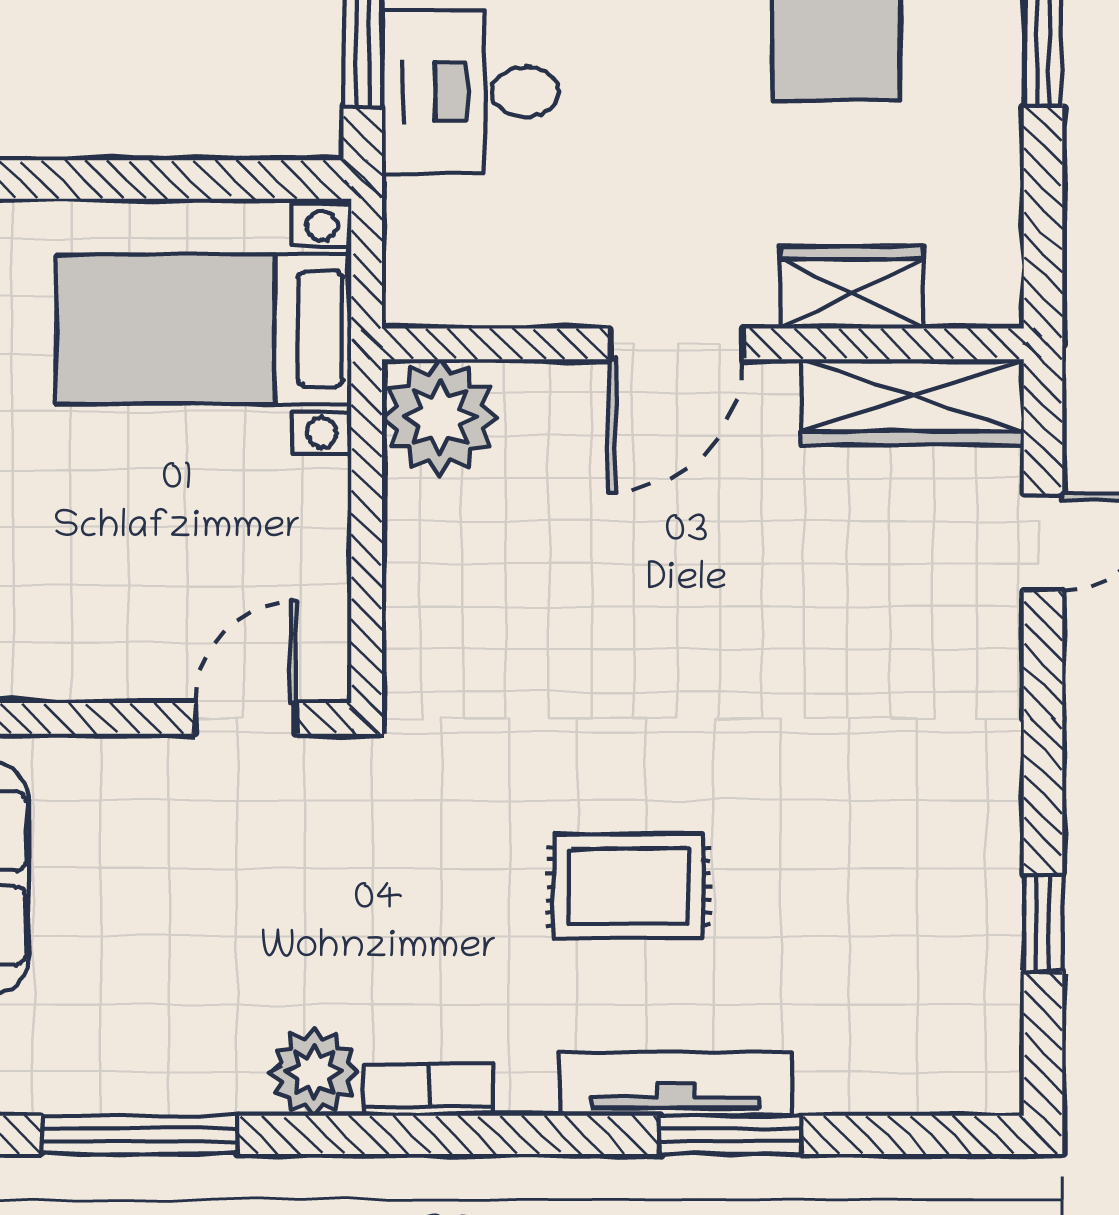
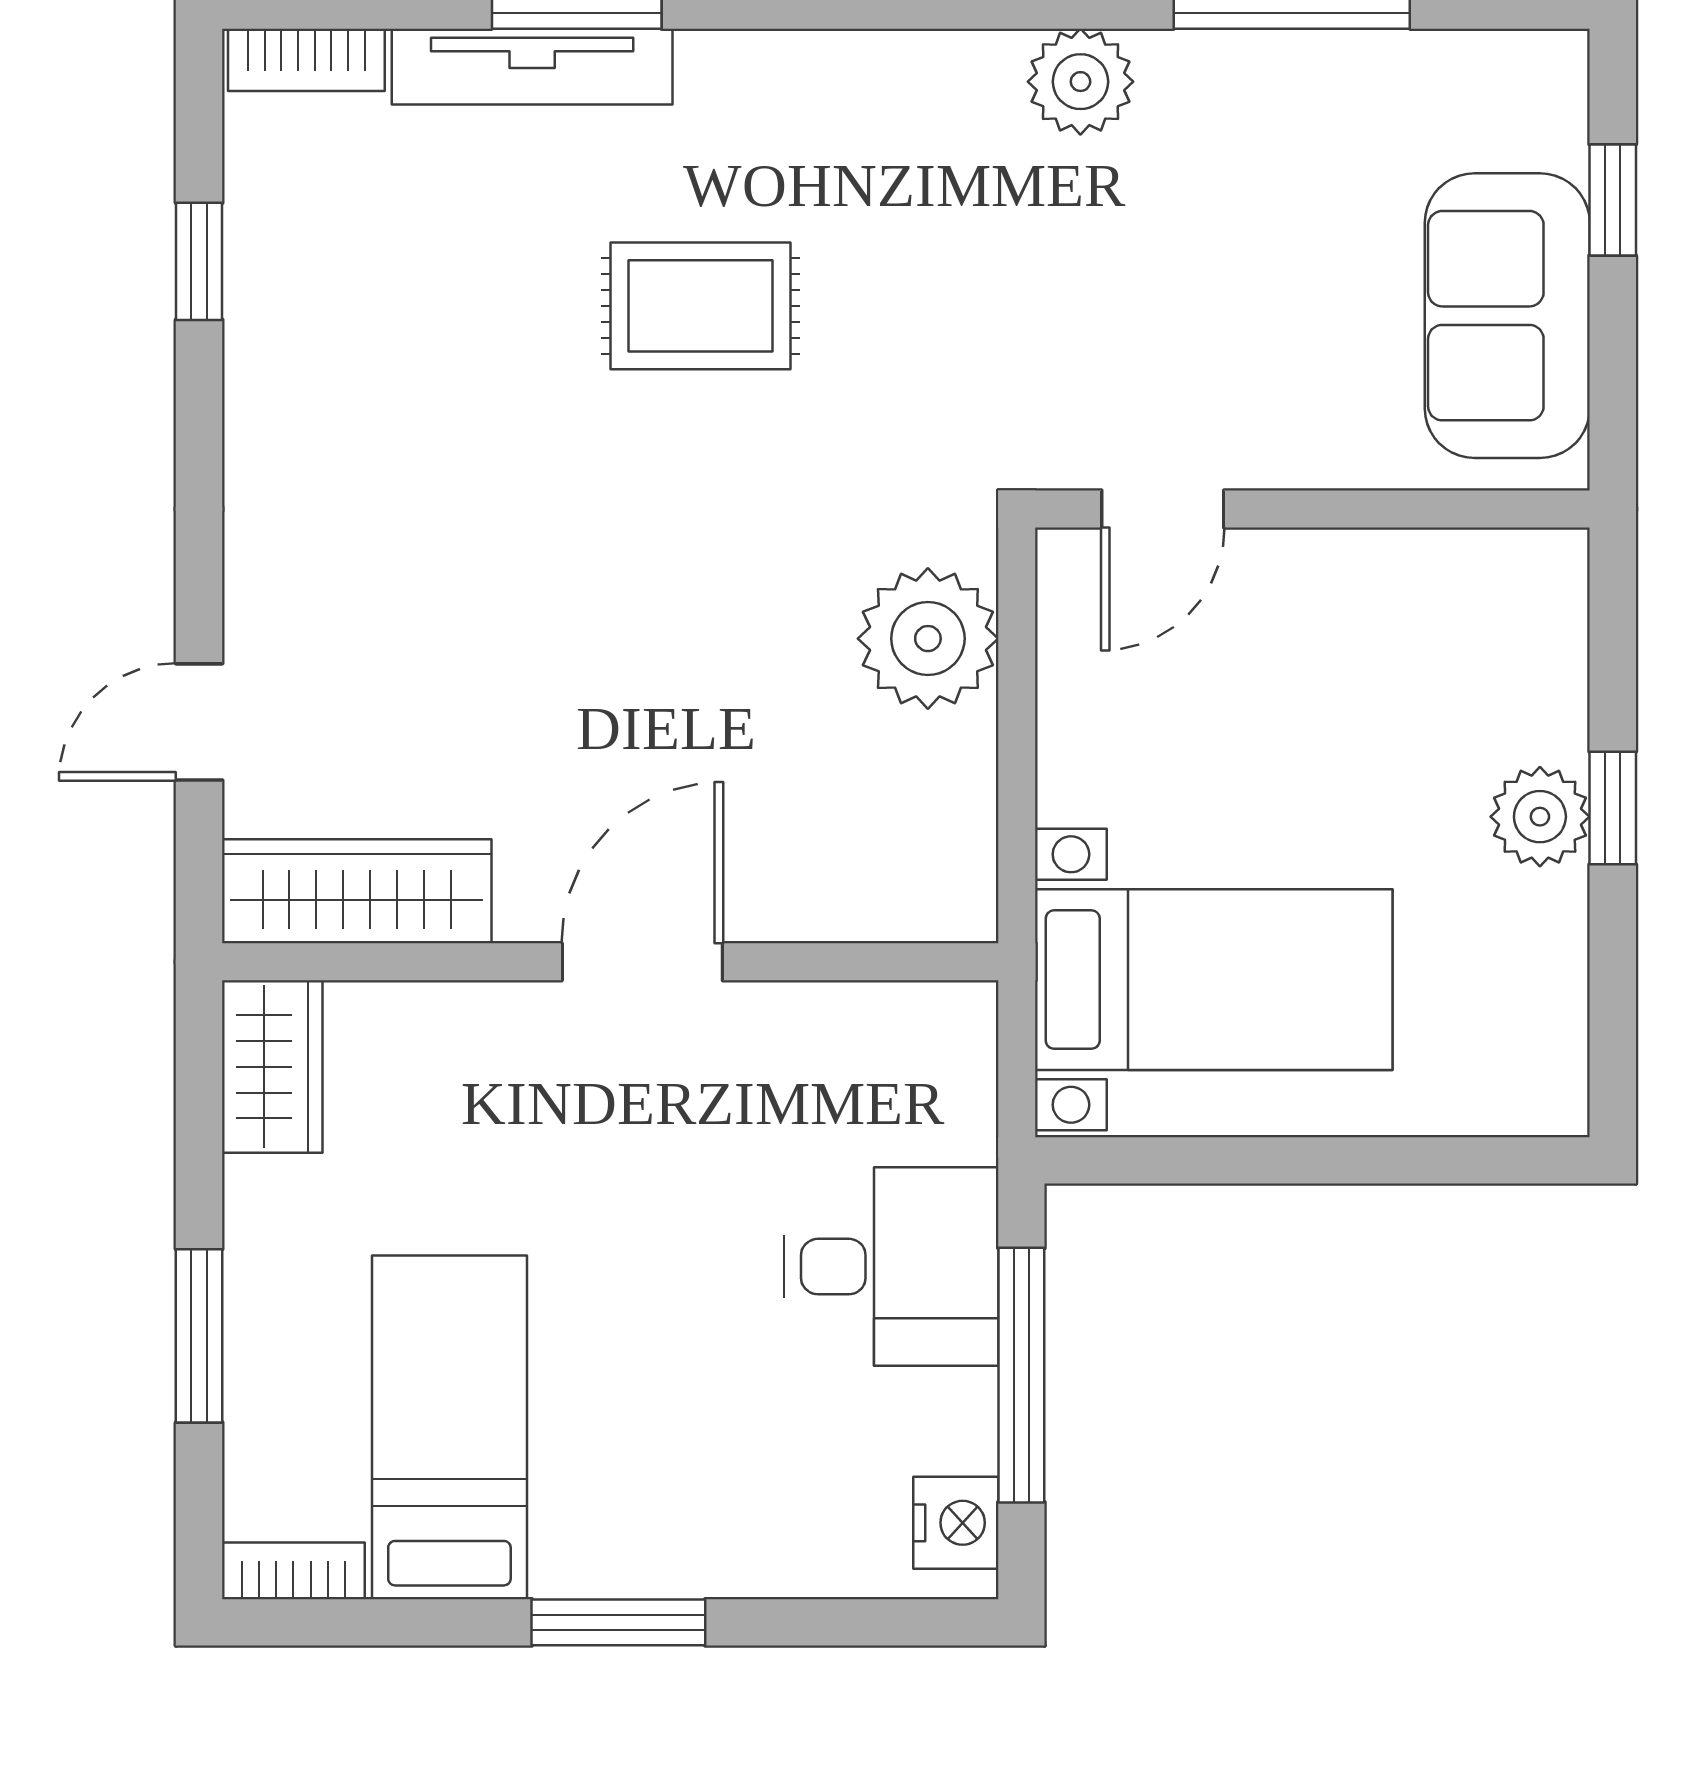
wardrobe: (852, 287) -> (272, 1067), moved, turned -90
plant: (440, 417) -> (928, 639), moved
tv unit: (676, 1084) -> (532, 67), moved
bookcase: (429, 1090) -> (306, 60), moved

